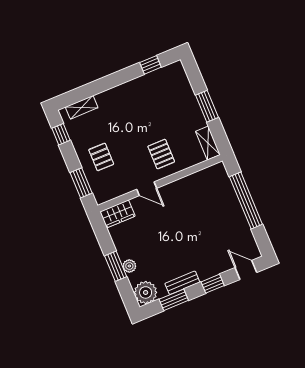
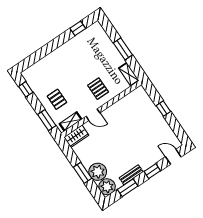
shelving: (82, 107) -> (71, 121), moved
window: (246, 200) -> (163, 109), width x0.32
plant: (129, 266) -> (98, 172), width x1.88, depth x1.88

